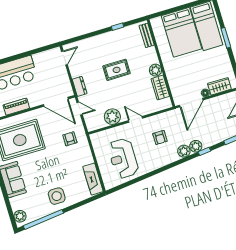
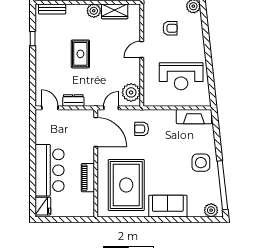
dresser: (80, 86) -> (73, 101), moved
door: (56, 102) -> (96, 132), hinge flipped
plant: (112, 117) -> (131, 92), moved

